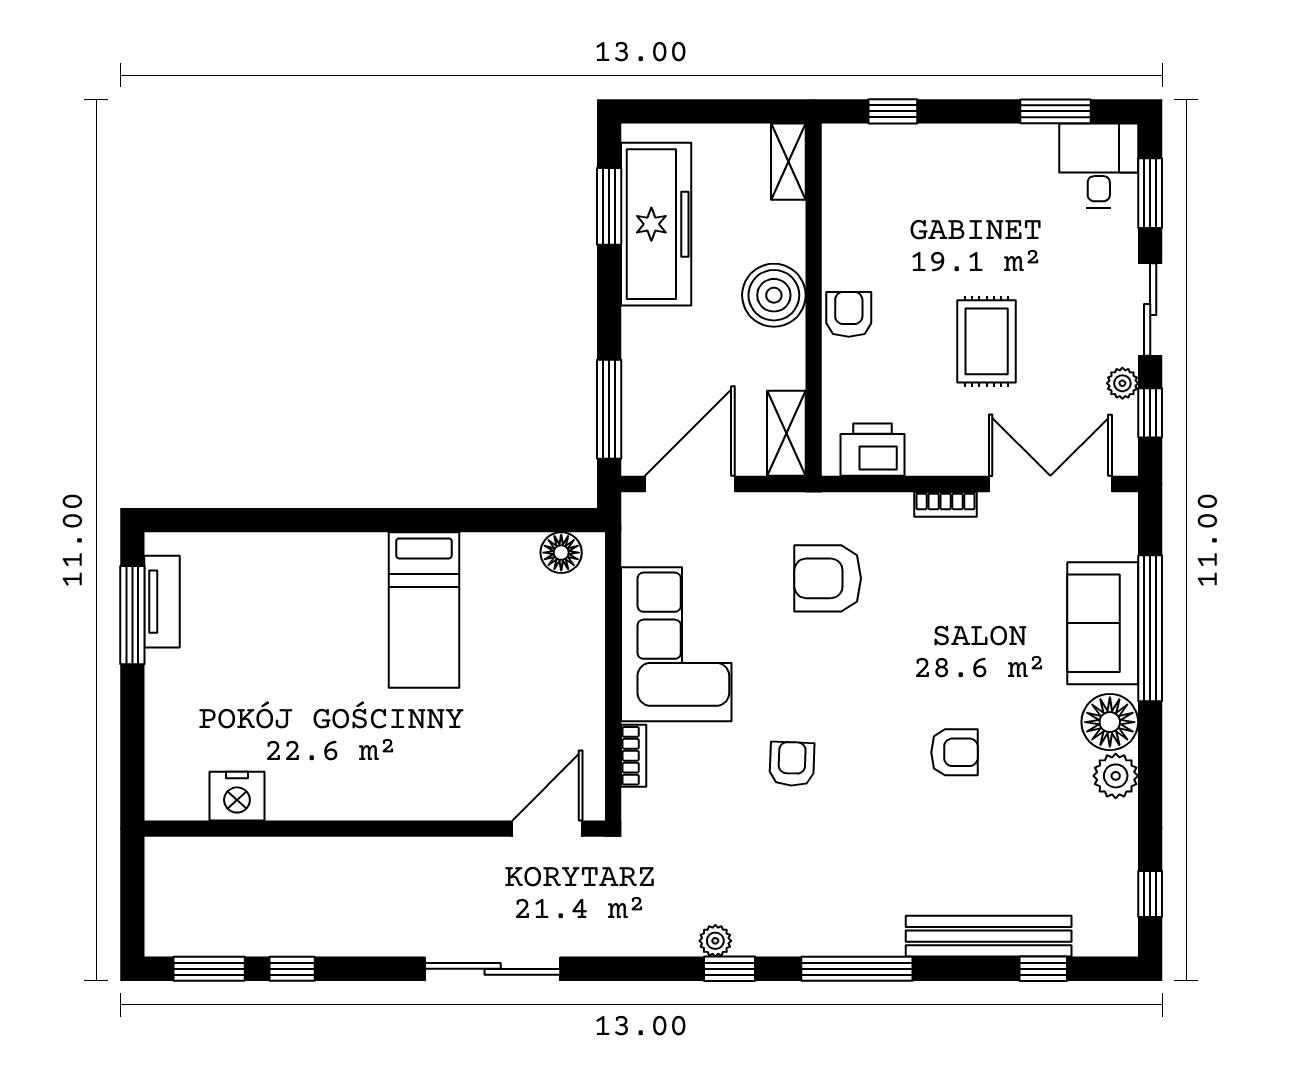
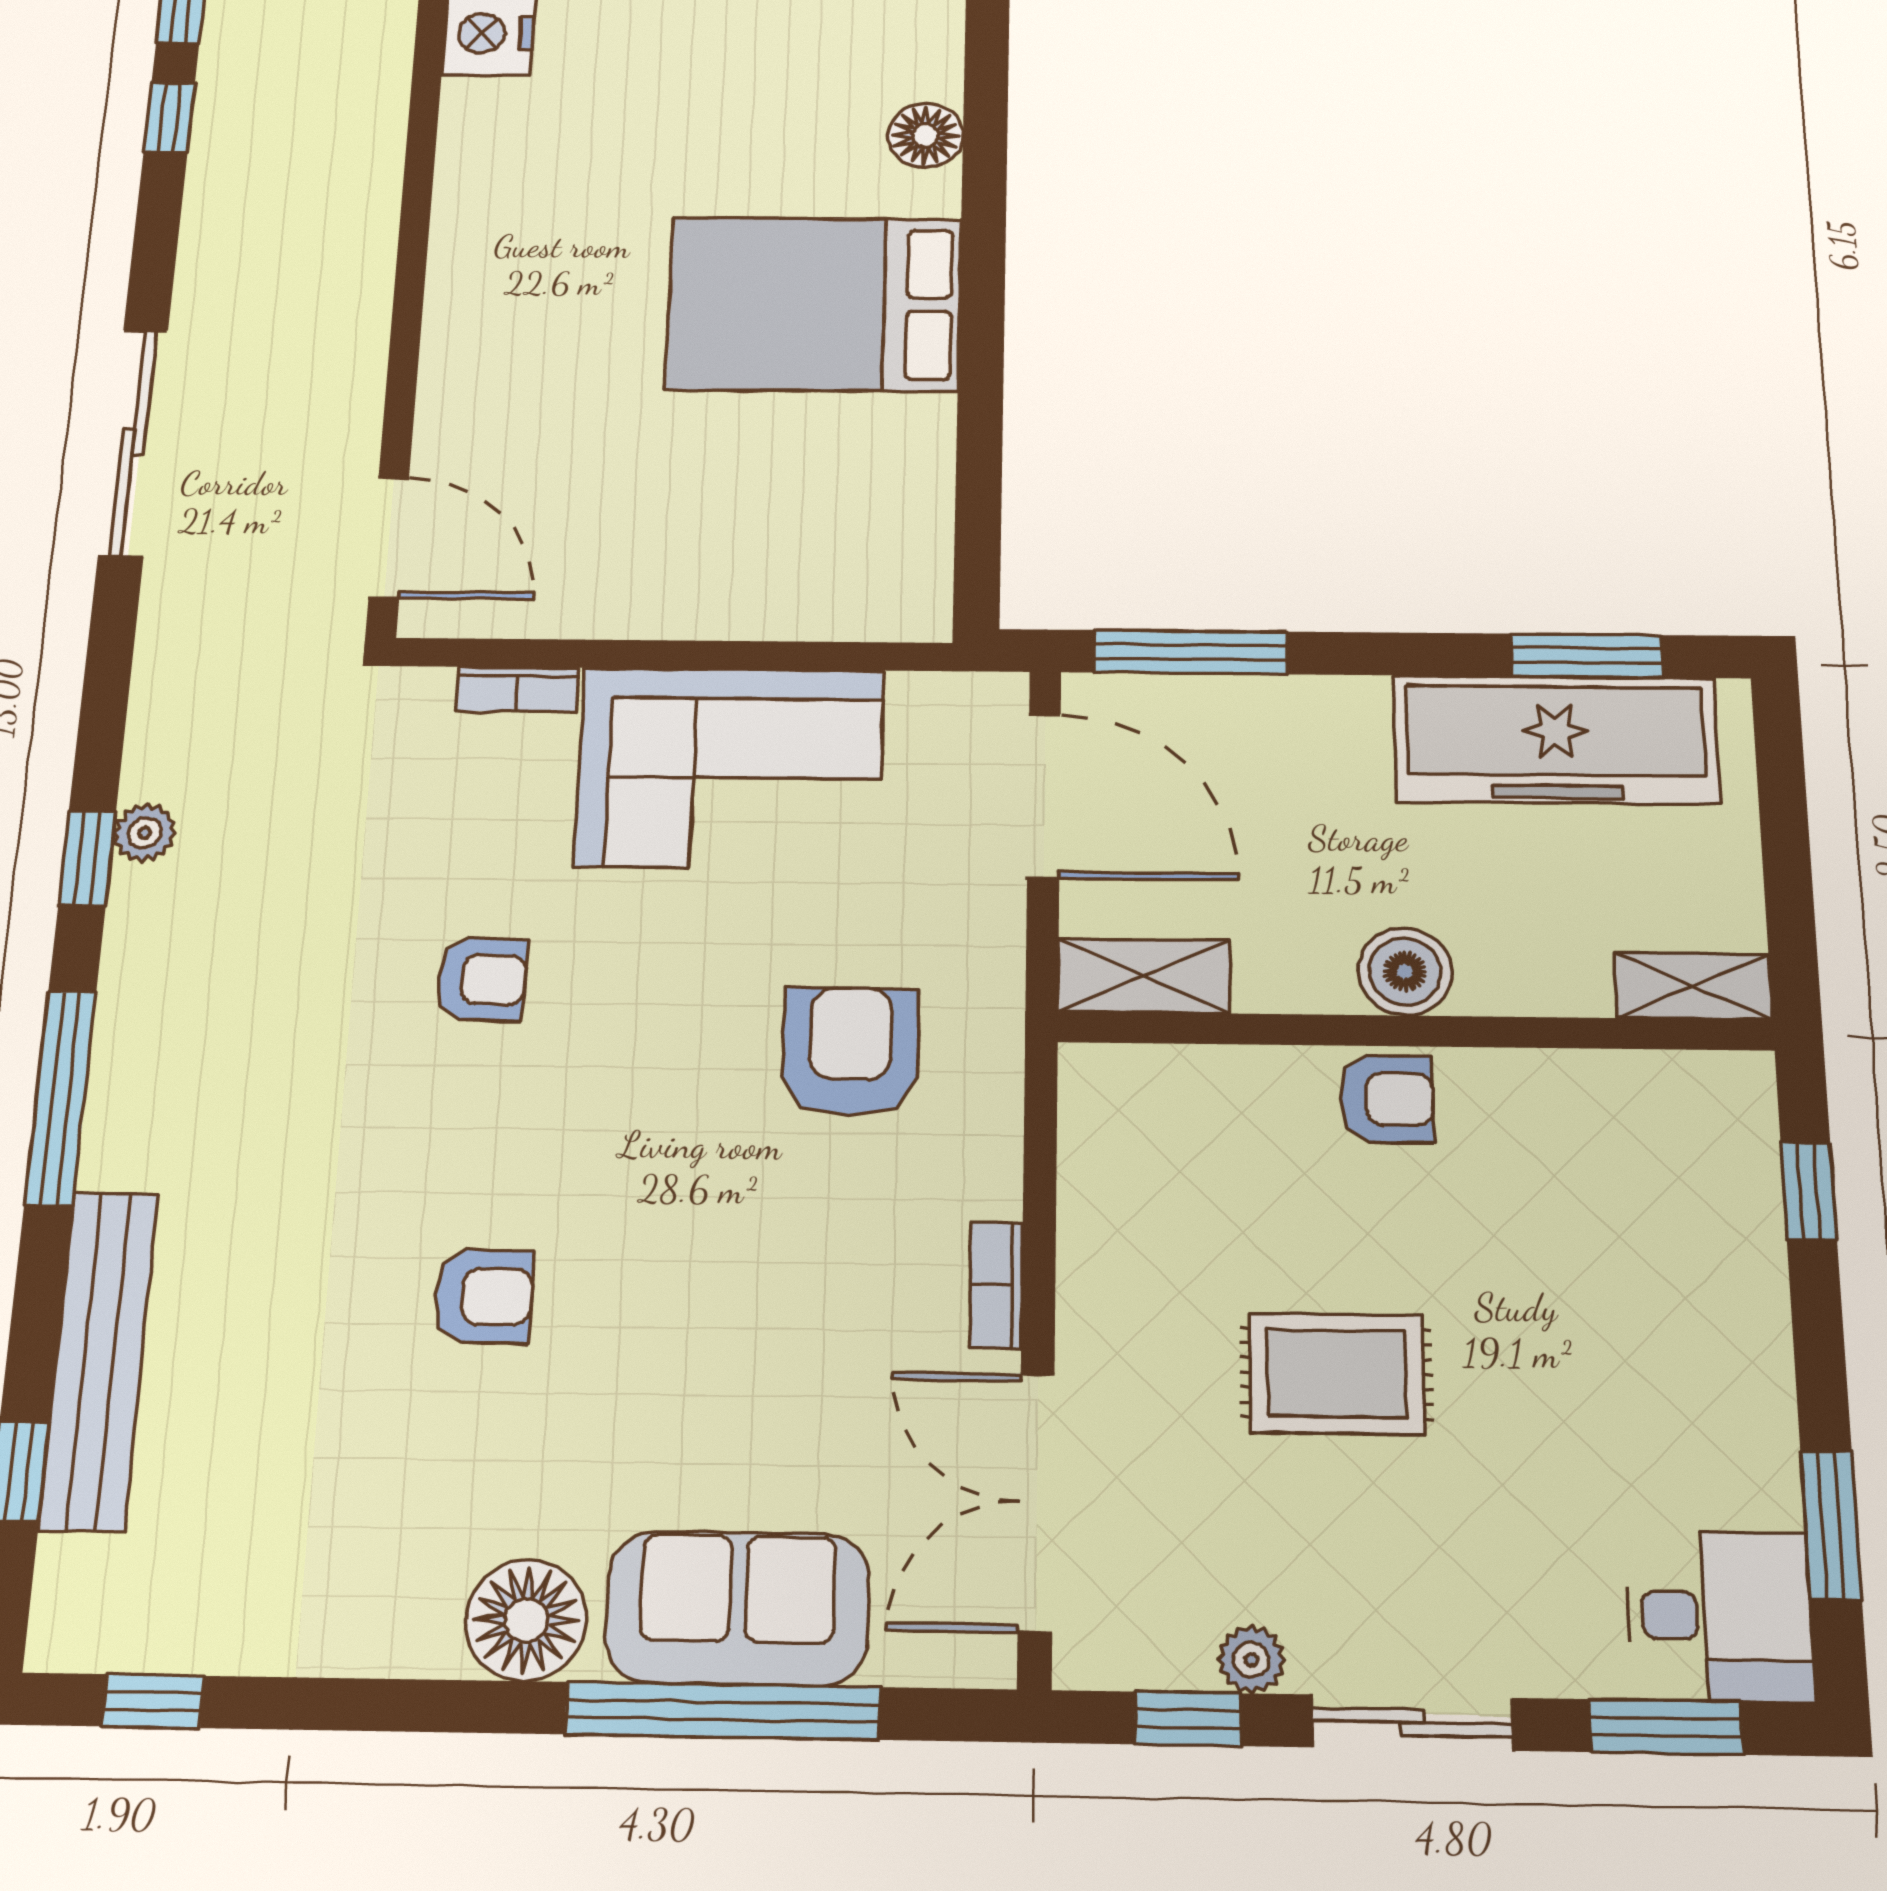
boiler: (774, 295) -> (1405, 971), width x0.73, depth x0.73
printer: (872, 450) -> (1110, 1142), removed
double door: (1050, 484) -> (1036, 1502), swing flipped
floor lamp: (561, 553) -> (926, 135), moved
bed: (424, 610) -> (814, 304), width x1.50
armchair: (954, 752) -> (484, 1296), turned -90
plant: (1116, 776) -> (411, 1631), removed

